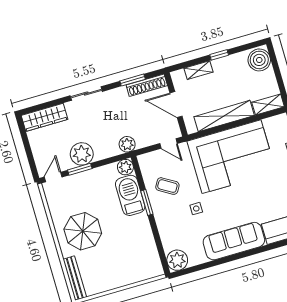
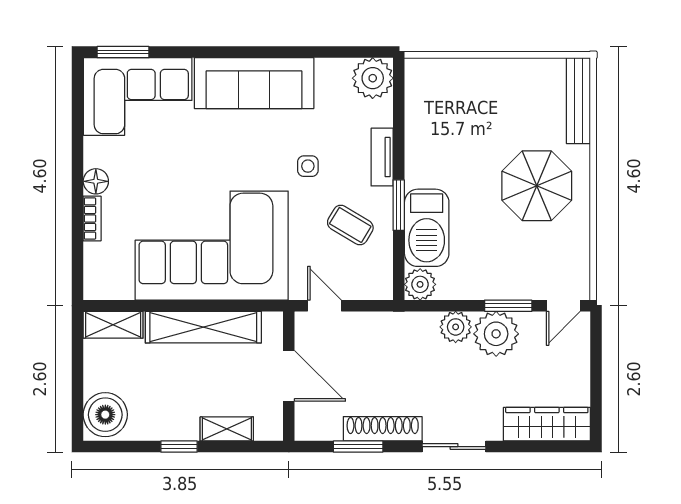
shoe rack: (147, 85) -> (383, 429), moved
plant: (127, 144) -> (456, 327), moved
tv unit: (162, 223) -> (382, 157), added

